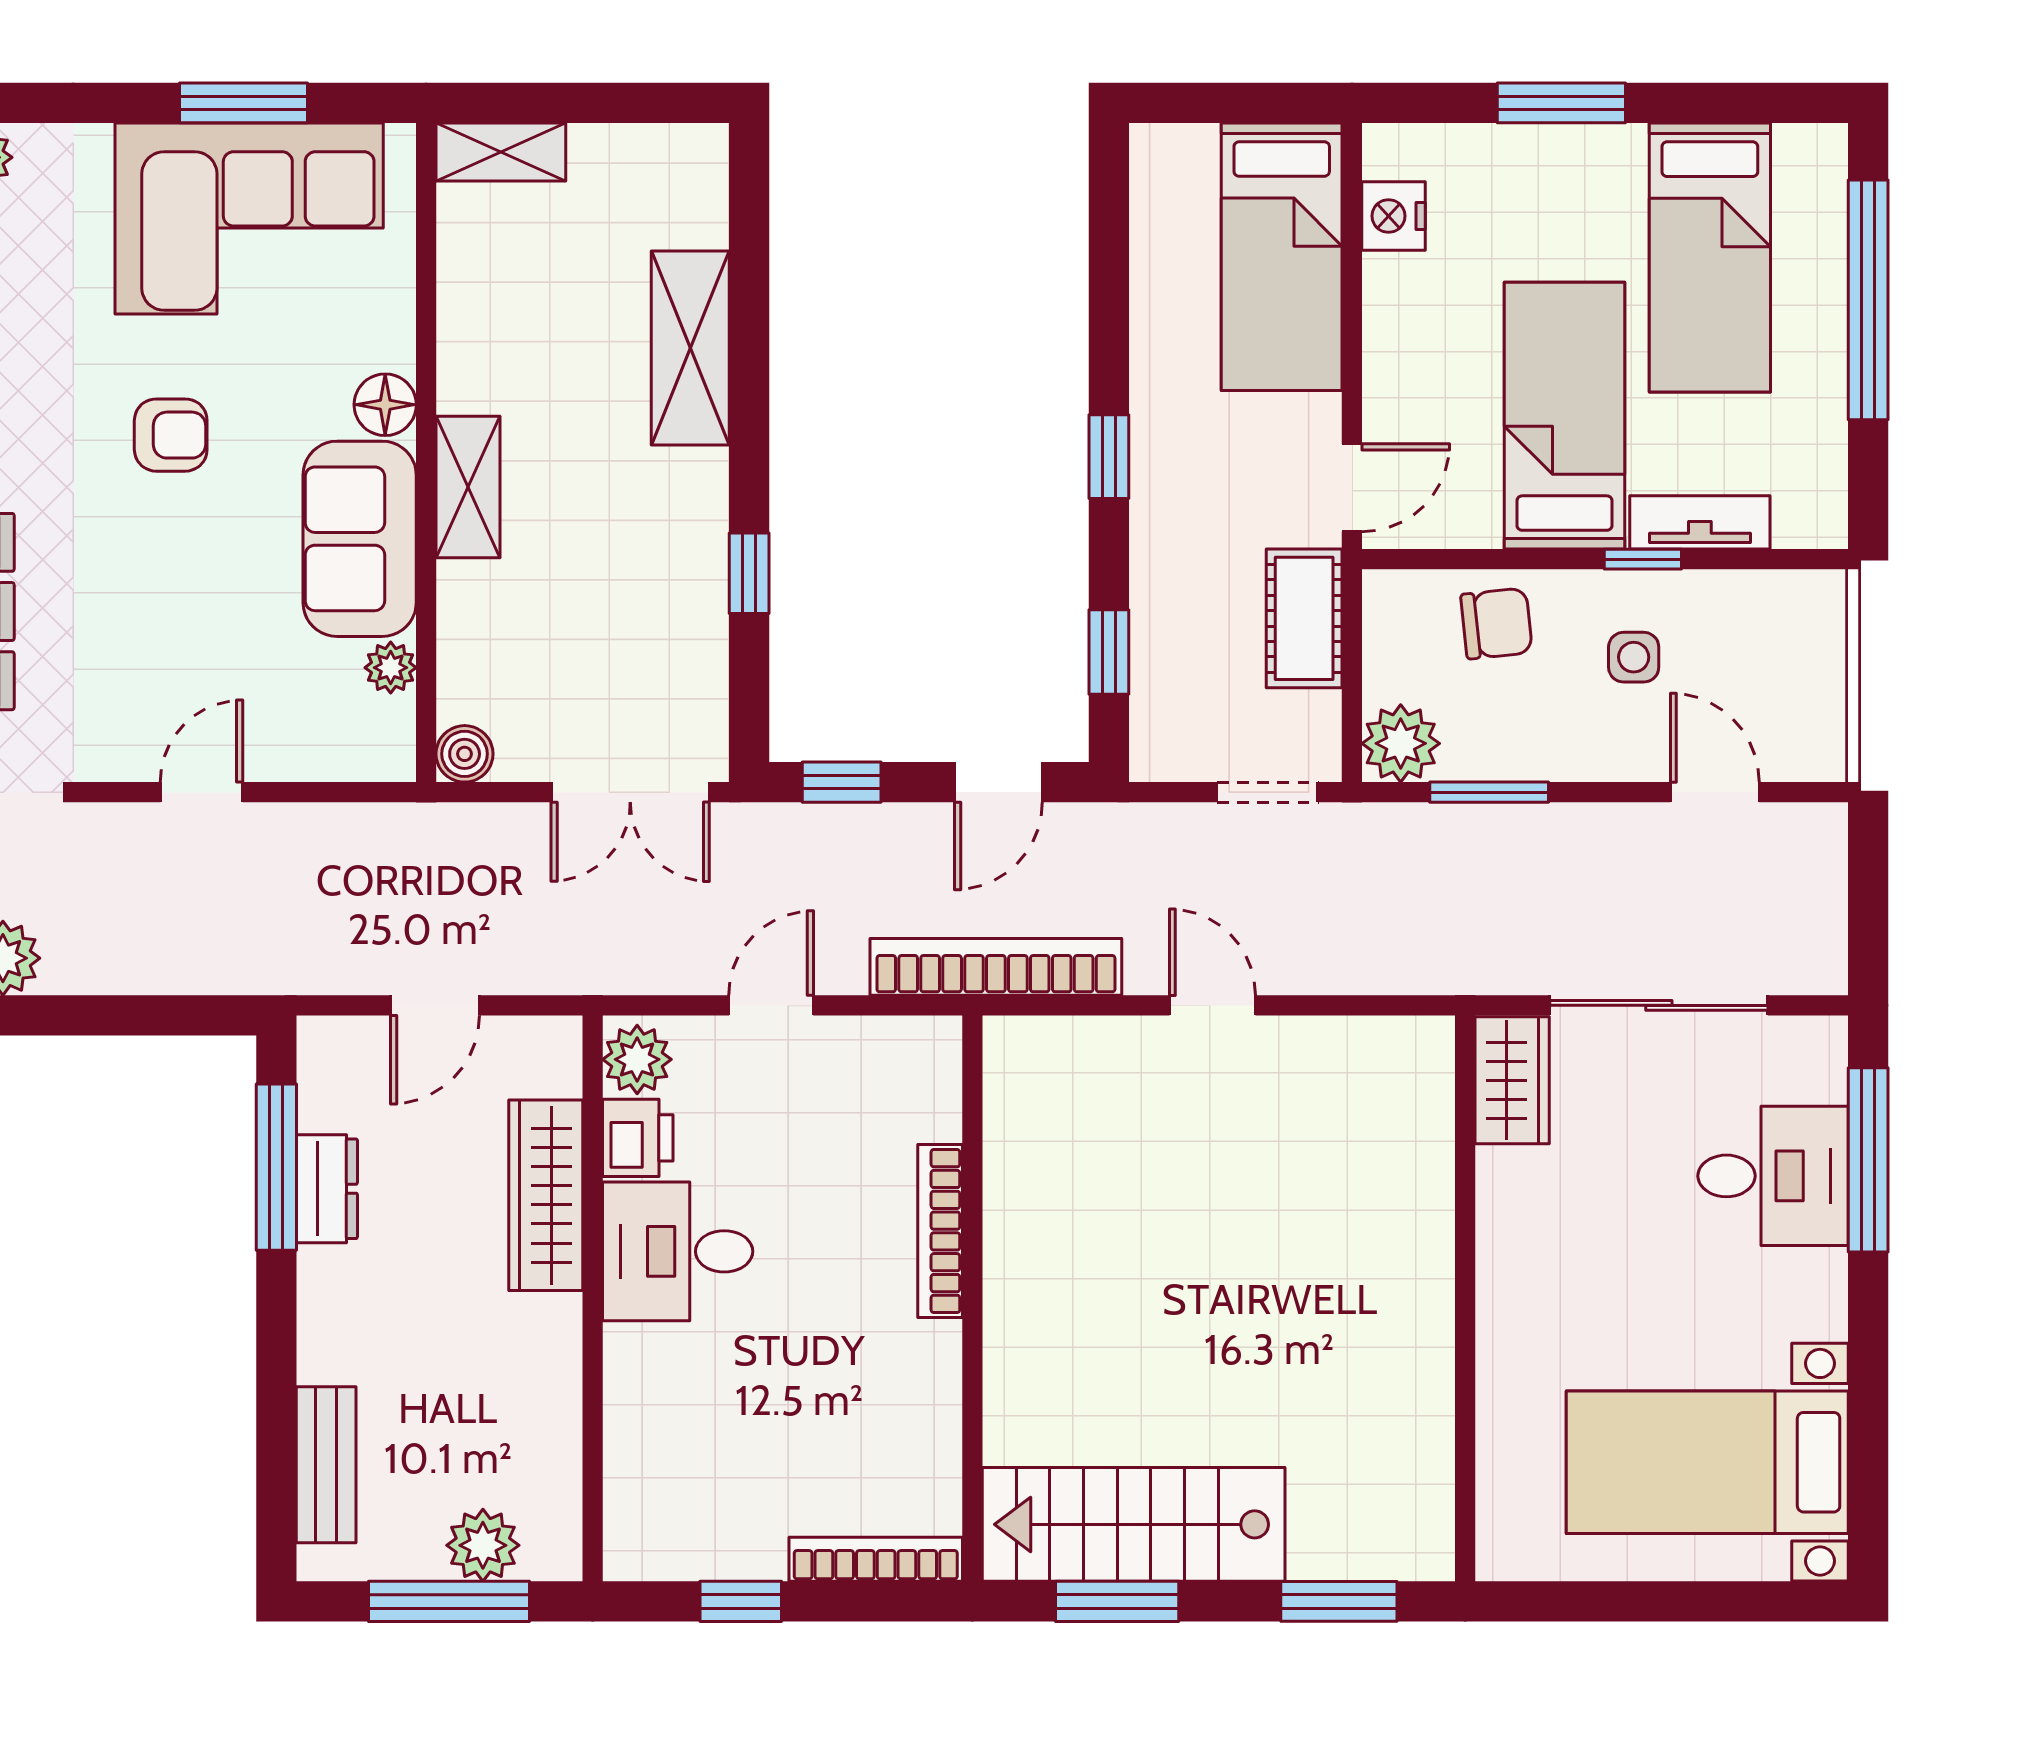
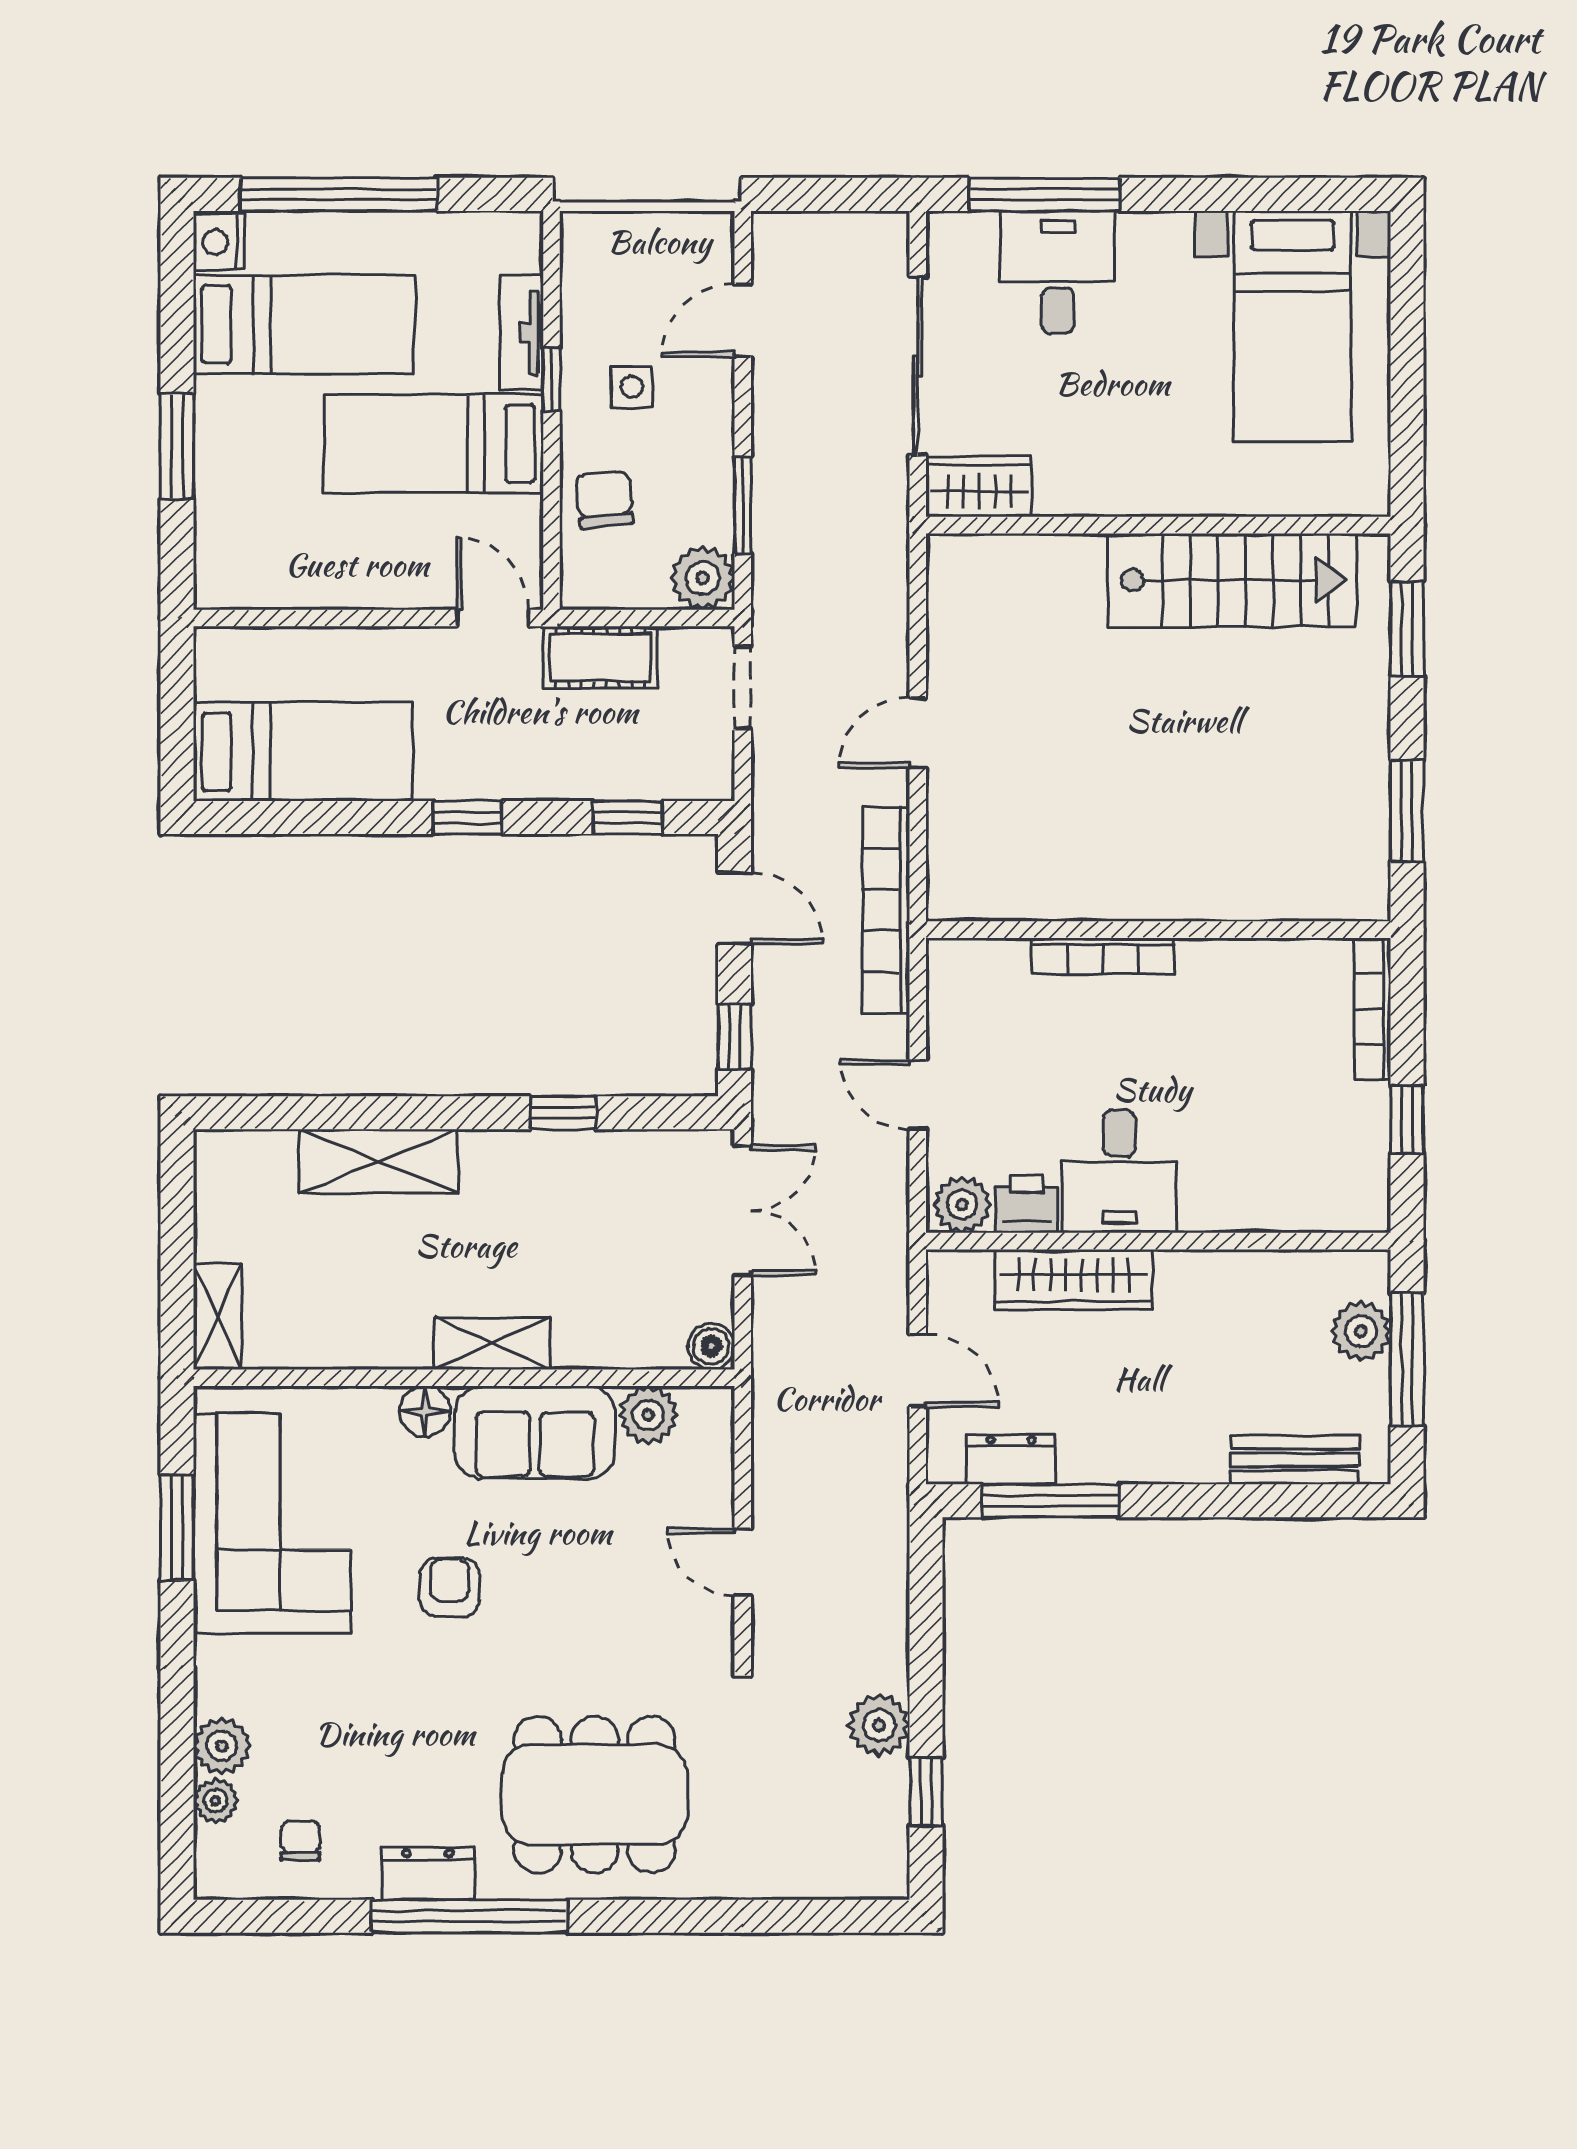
nightstand: (1394, 216) -> (219, 242), moved, turned 90
bed: (1282, 257) -> (303, 752), moved
plant: (391, 668) -> (648, 1415), width x1.38, depth x1.38
dresser: (327, 1189) -> (1011, 1459), moved
stairs: (1134, 1524) -> (1232, 580), moved, turned -90

